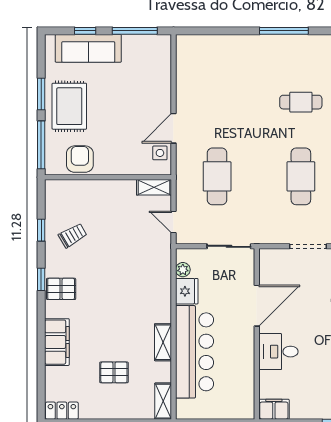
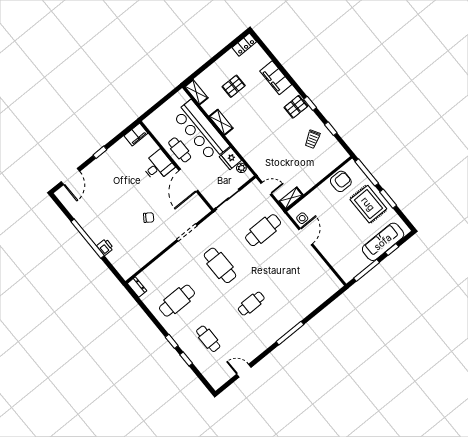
armchair: (80, 159) -> (341, 181), turned -90
cafe table: (217, 176) -> (263, 230), turned 90
cafe table: (238, 349) -> (180, 150), added

